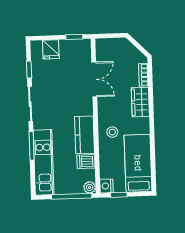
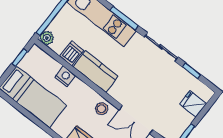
stool: (112, 132) -> (102, 109), moved
nightstand: (106, 186) -> (65, 76), moved

